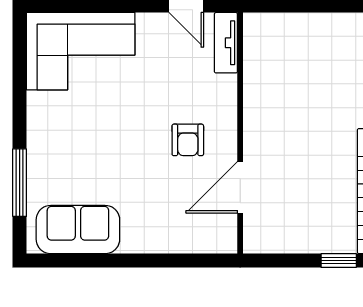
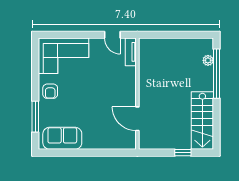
armchair: (188, 140) -> (50, 91), moved
door: (240, 187) -> (137, 119), hinge flipped

